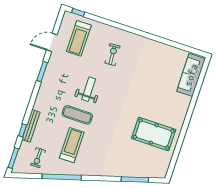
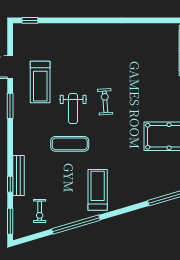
treadmill: (79, 38) -> (40, 82), moved
exercise bike: (112, 55) -> (105, 102), moved
weight bench: (89, 89) -> (73, 109), turned 180
treadmill: (72, 145) -> (98, 190), moved

